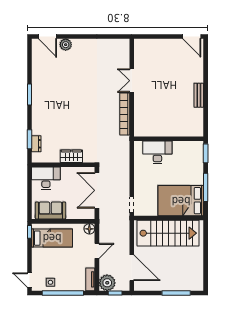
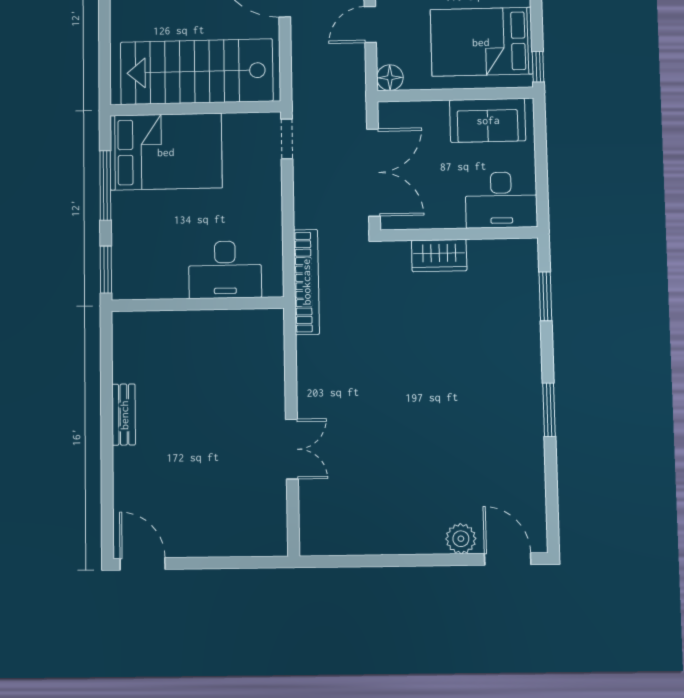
bookcase: (125, 114) -> (306, 282), moved
dresser: (36, 144) -> (528, 285), removed
bed: (52, 238) -> (481, 42), width x1.50

